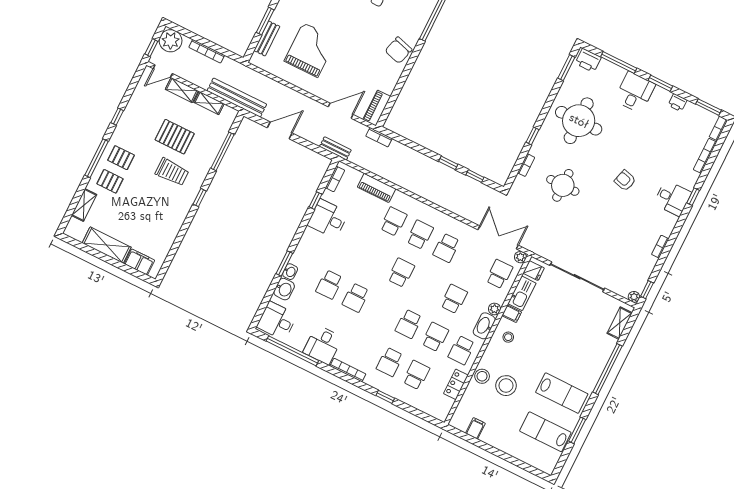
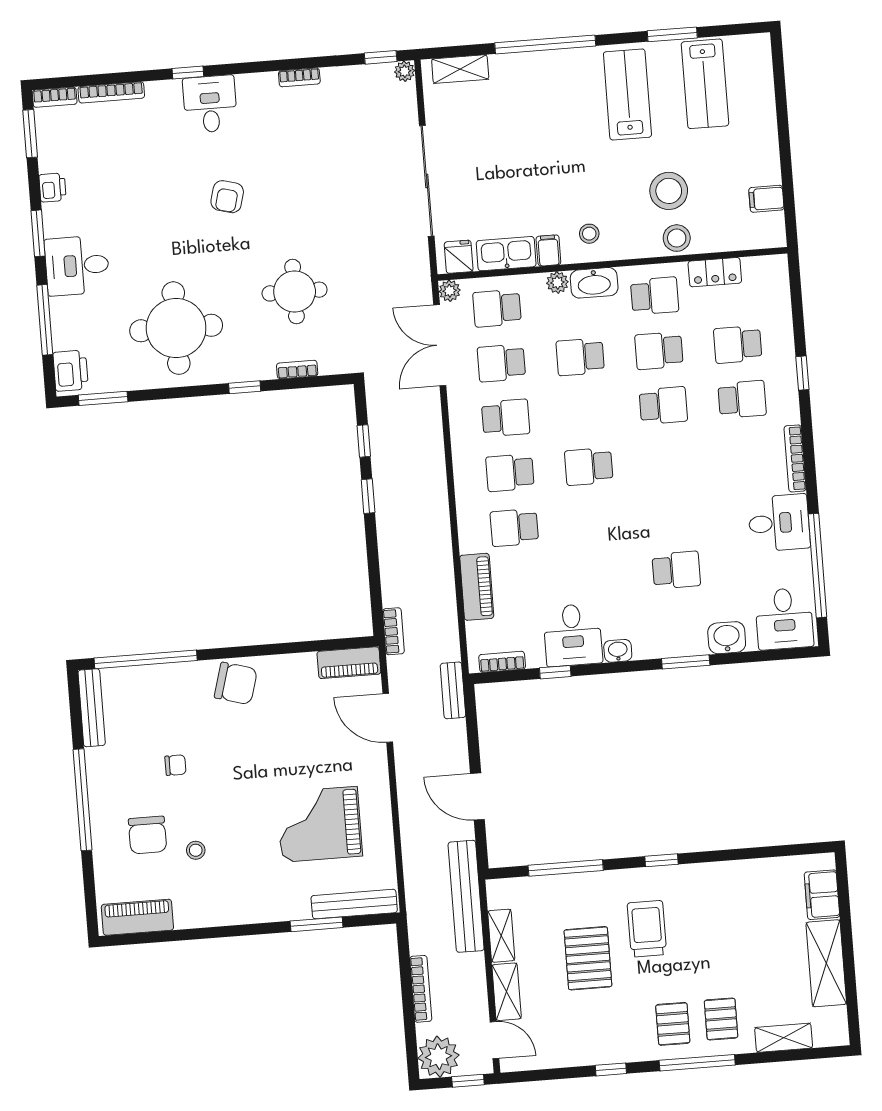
bench: (267, 38) -> (354, 904), width x1.36
washbasin: (290, 272) -> (618, 651), moved
school desk: (356, 298) -> (501, 363), moved, turned 180

